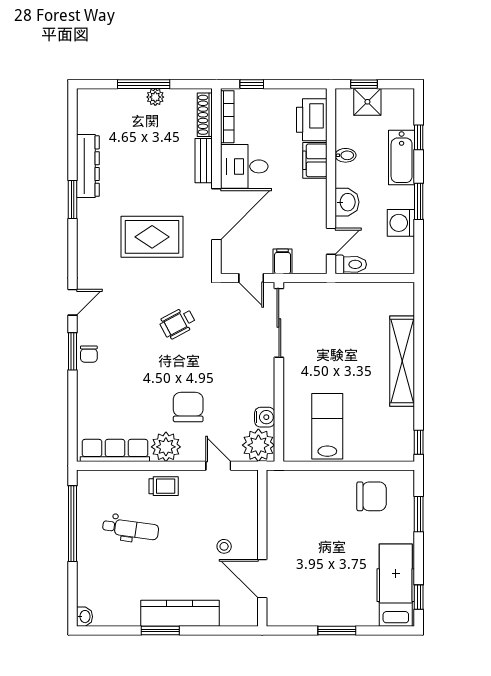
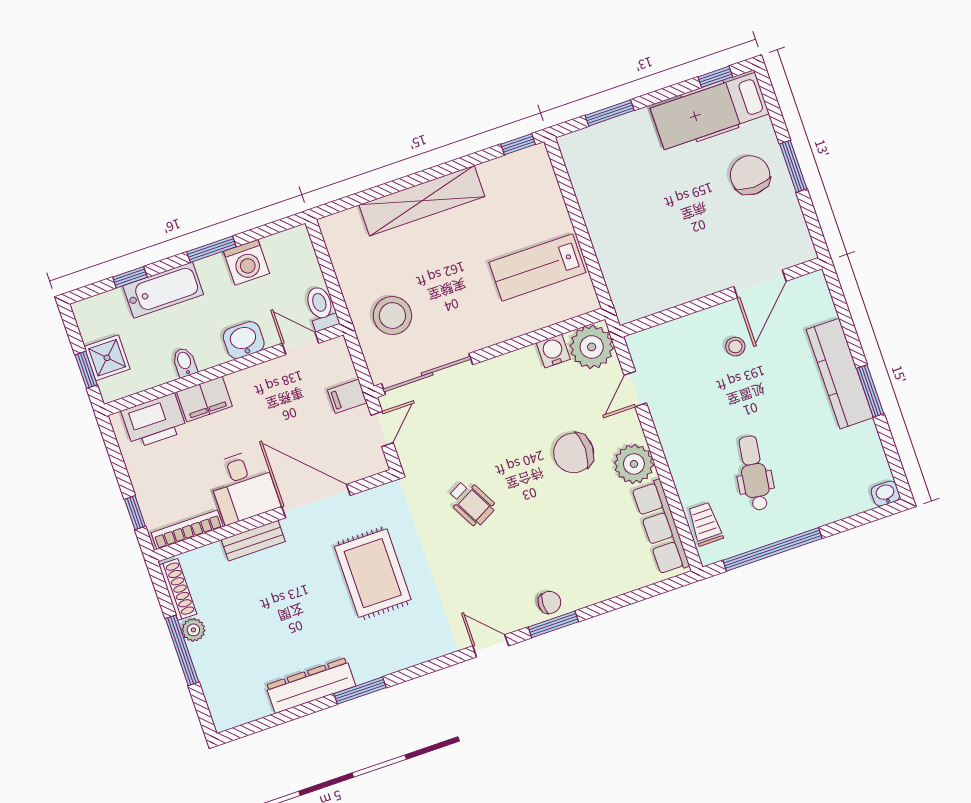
shoe rack: (205, 115) -> (178, 589), moved, turned -90
stool: (328, 313) -> (392, 316), added
trolley: (164, 486) -> (705, 524), moved
chair: (372, 496) -> (750, 175), moved

